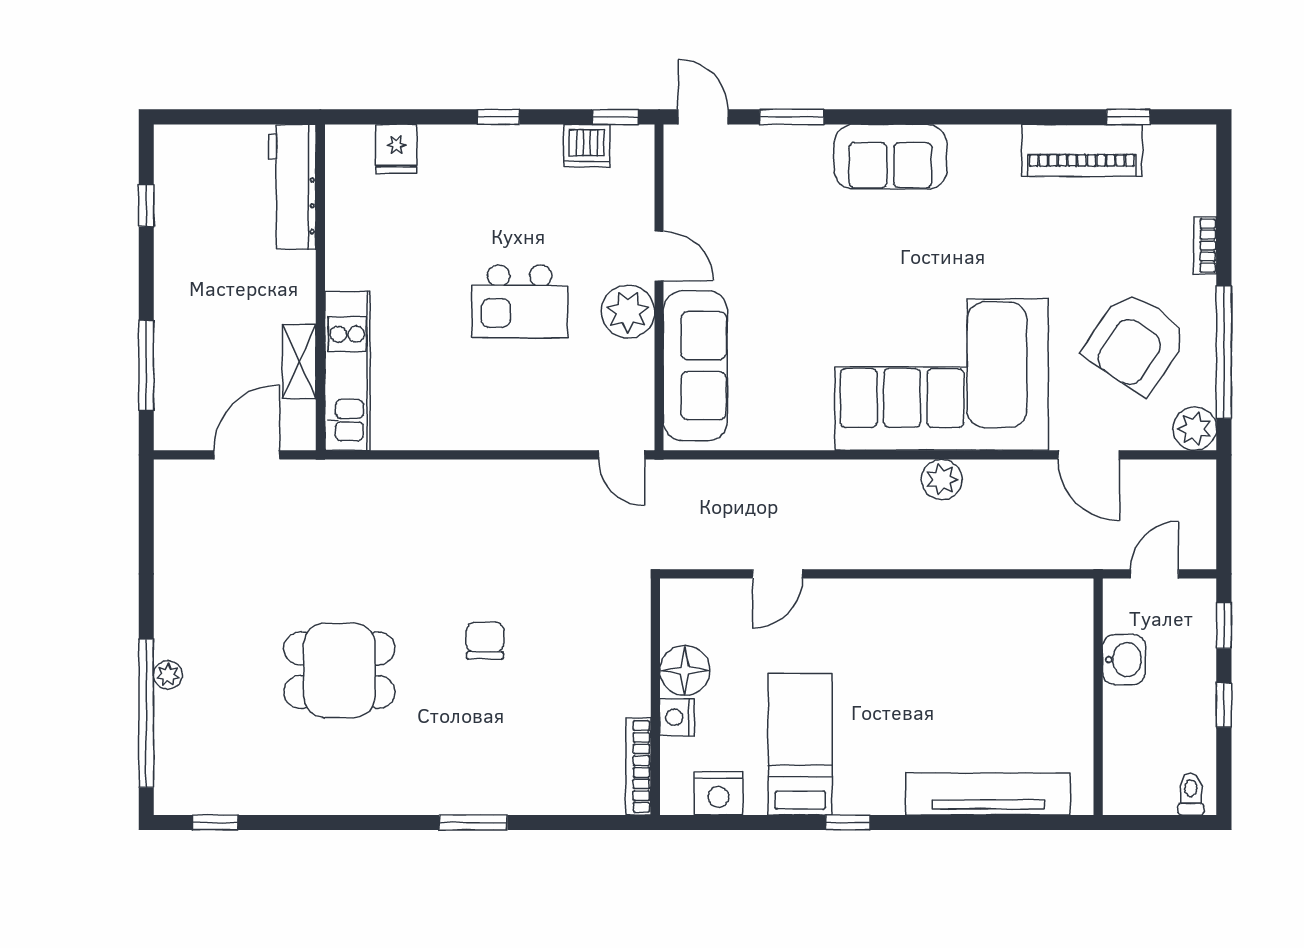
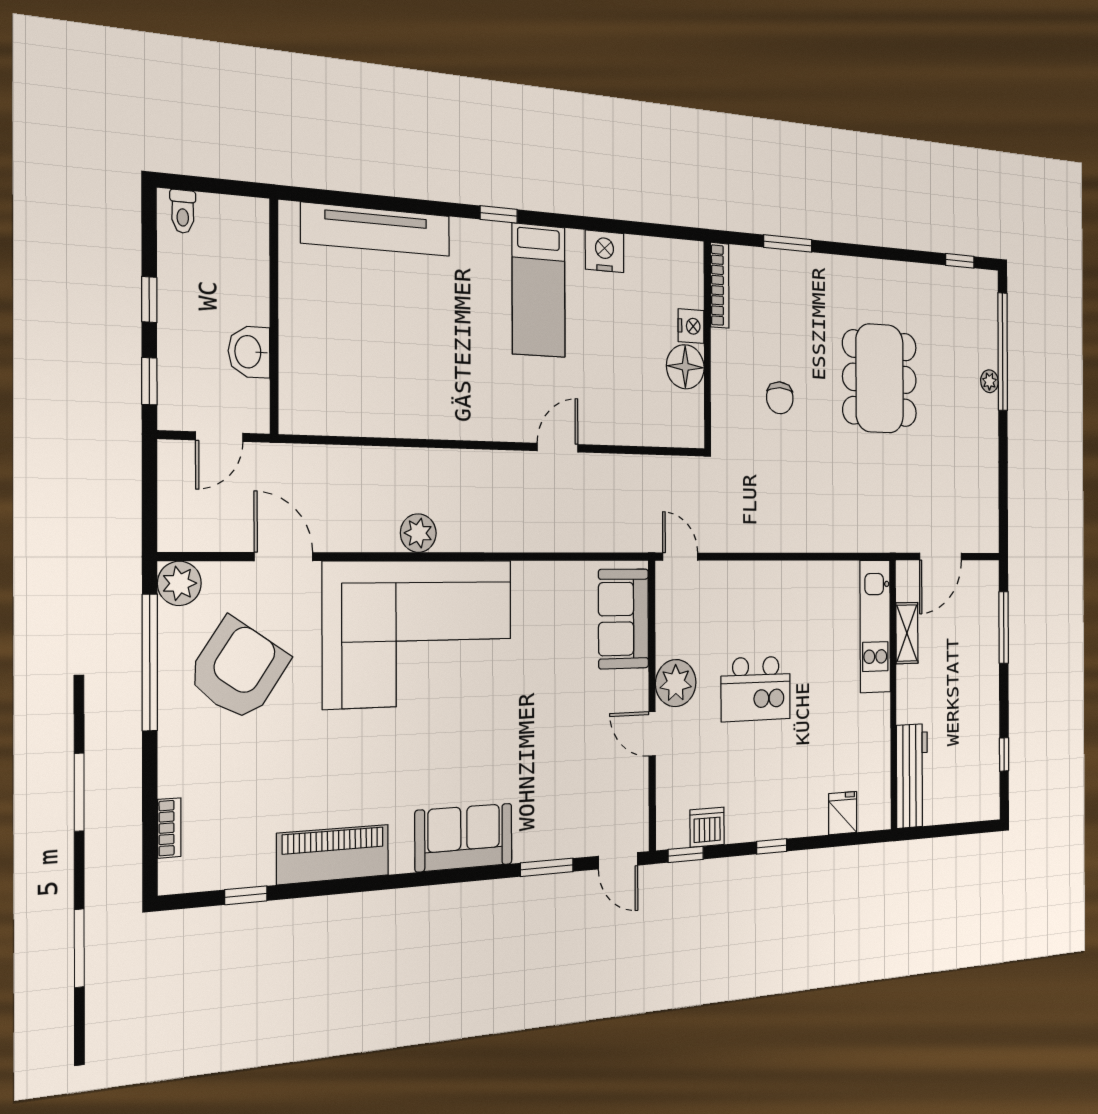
piano: (1082, 150) -> (333, 854), moved
bookcase: (1205, 246) -> (169, 828), moved
kitchen island: (520, 301) -> (756, 689), turned 180
sofa: (695, 366) -> (624, 619), width x0.73
dining table: (339, 670) -> (880, 378), width x1.38
floor lamp: (685, 670) -> (685, 367), moved
wall: (655, 697) -> (707, 345), moved
nightstand: (677, 717) -> (691, 326), moved
bookcase: (638, 766) -> (720, 285), moved

